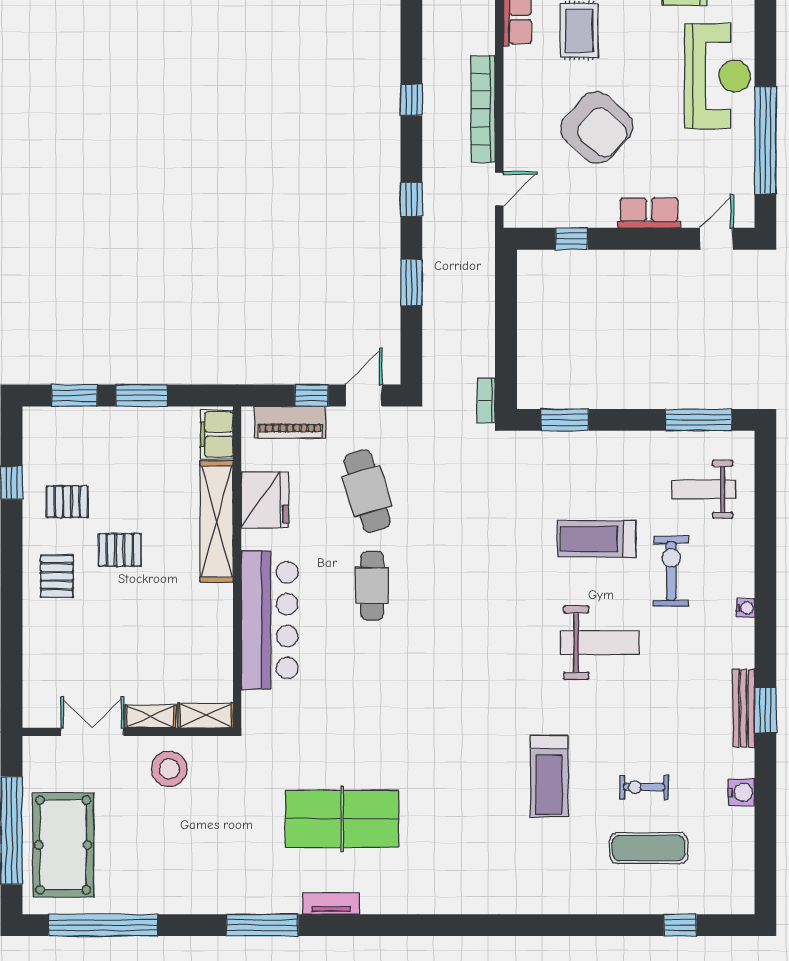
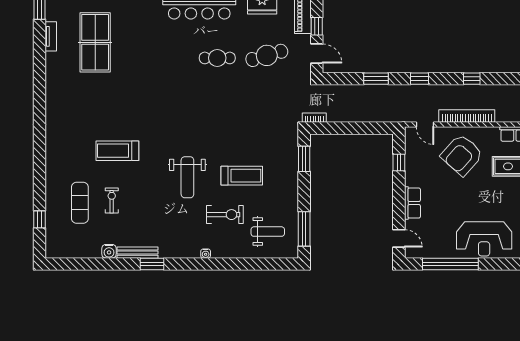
armchair: (597, 127) -> (462, 155), moved
weight bench: (704, 489) -> (268, 232), turned 90
treadmill: (597, 539) -> (242, 176), turned 90
bench: (744, 708) -> (138, 253), moved

